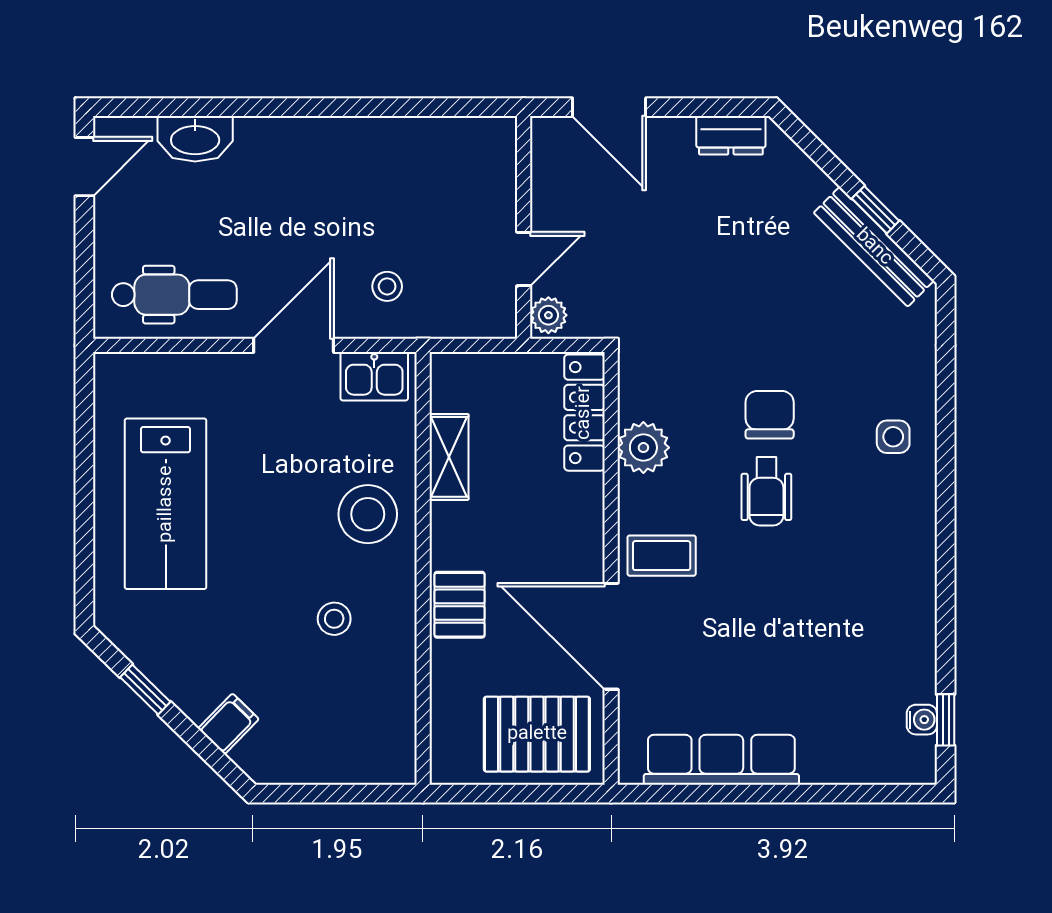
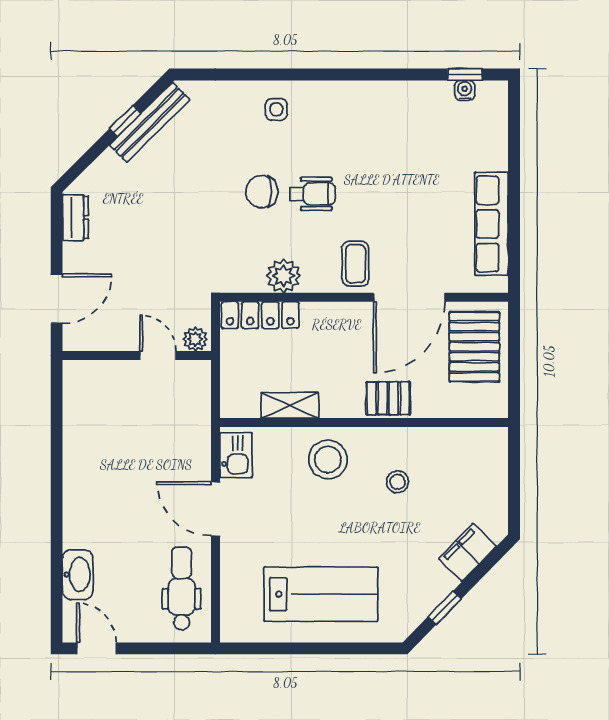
stool: (387, 286) -> (176, 447), removed
filing cabinet: (228, 724) -> (468, 552), width x2.00

